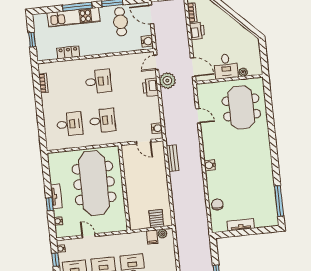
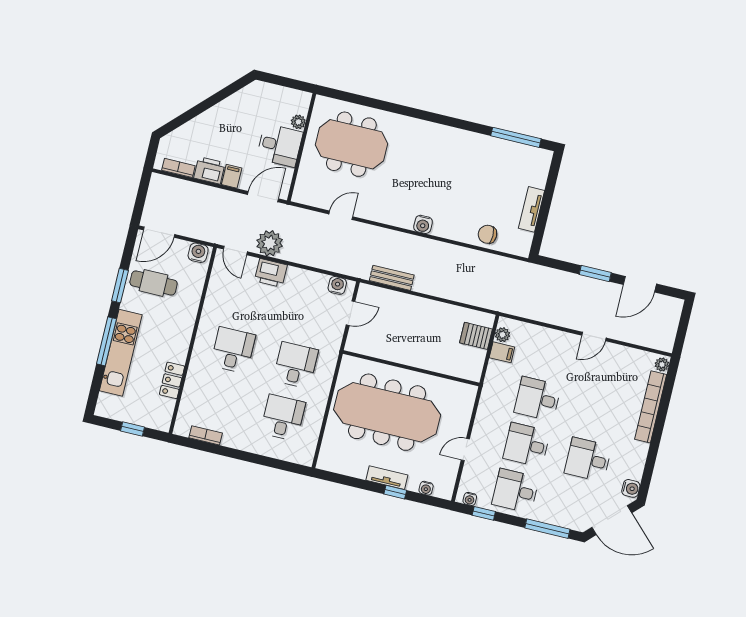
filing cabinet: (198, 45) -> (232, 176), added

